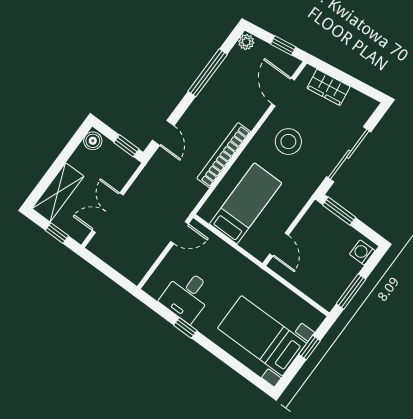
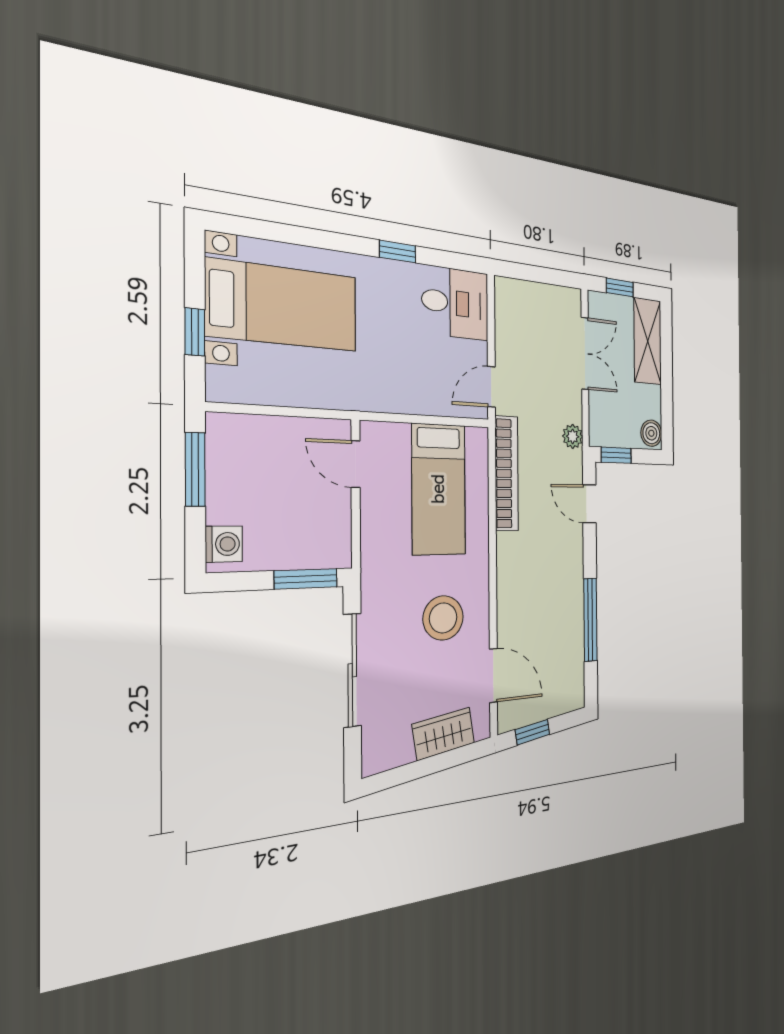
plant: (246, 42) -> (573, 436), moved
bookcase: (224, 155) -> (507, 473), moved
desk: (187, 296) -> (455, 303), moved, turned 90

